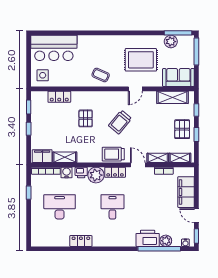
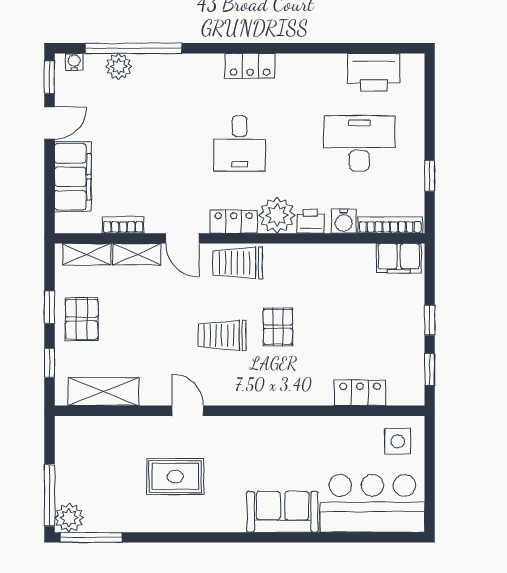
plant: (171, 42) -> (69, 518), moved
rug: (141, 60) -> (175, 476), width x0.73, depth x0.70
coffee table: (101, 75) -> (266, 442), removed
sofa: (178, 77) -> (283, 512), moved, turned 180
door: (135, 89) -> (188, 411), hinge flipped
pallet: (86, 118) -> (278, 327), moved
trolley: (120, 122) -> (222, 335), turned -130
trolley: (113, 154) -> (238, 263), turned 180
shelving: (65, 157) -> (348, 256), removed
desk: (60, 207) -> (359, 143), turned 180
door: (196, 216) -> (49, 123), hinge flipped
printer: (148, 238) -> (374, 72), moved
locker: (81, 241) -> (250, 66), moved

